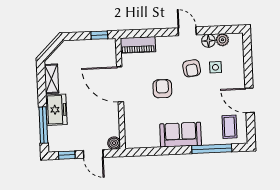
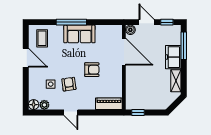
floor lamp: (208, 41) -> (34, 105), moved
door: (120, 84) -> (124, 52), moved
armchair: (162, 89) -> (92, 70), turned -90
window: (212, 149) -> (71, 22), moved

